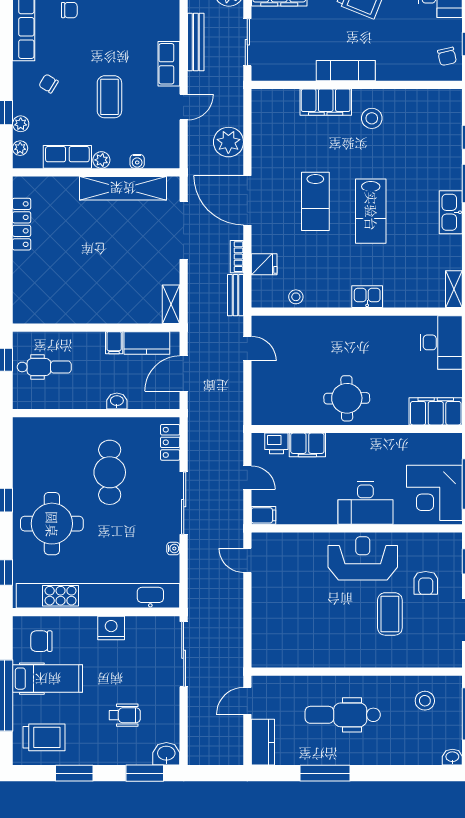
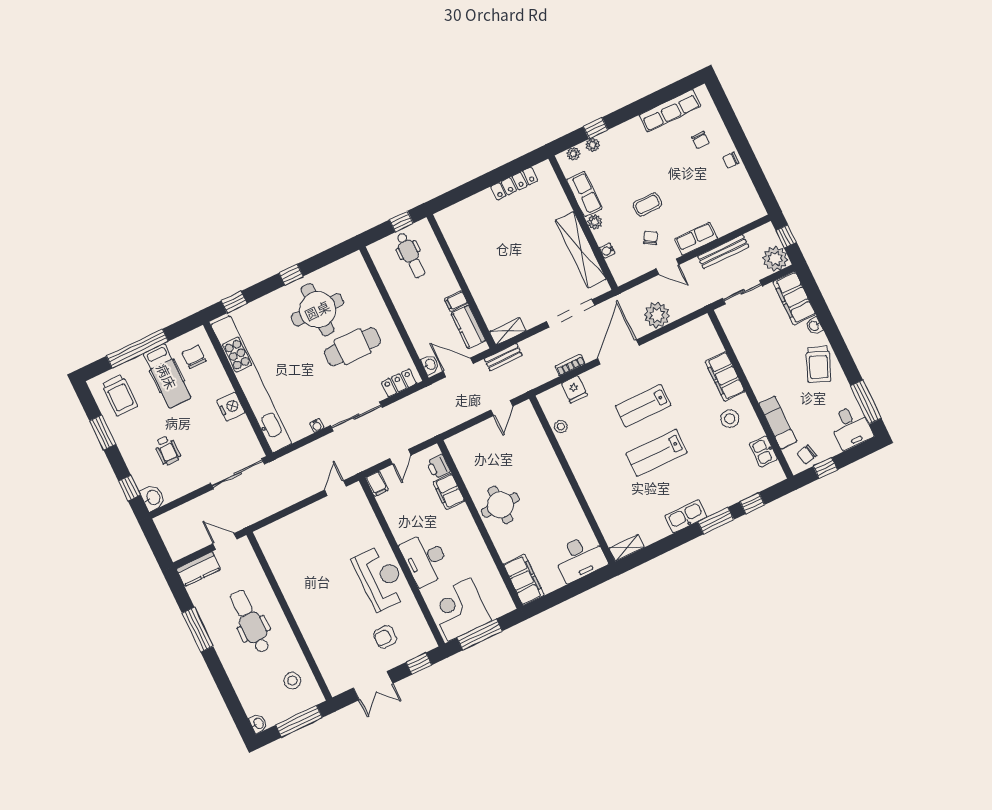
exam couch: (346, 71) -> (778, 423), moved
chair: (48, 84) -> (651, 238), moved
coffee table: (109, 97) -> (647, 204), width x0.73, depth x0.77
bench: (235, 295) -> (503, 357), moved
kitchen sink: (367, 297) -> (763, 451), moved, turned 180
washbasin: (117, 401) -> (430, 365), moved
round table: (52, 524) -> (317, 310), moved
coffee table: (390, 614) -> (347, 620), removed
window: (145, 773) -> (129, 488), width x0.67

